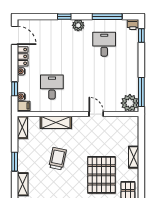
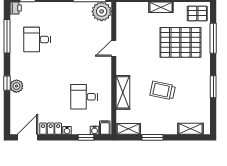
plant: (78, 25) -> (16, 86), moved
window: (15, 162) -> (153, 137), moved

